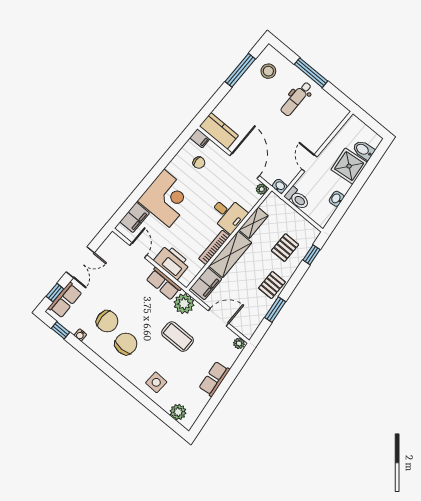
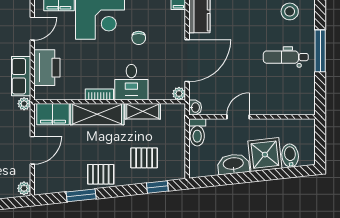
chair: (199, 163) -> (139, 38), moved
washbasin: (337, 199) -> (233, 164), width x1.91, depth x1.45
bookcase: (214, 247) -> (99, 94), width x0.64
plant: (184, 304) -> (24, 104), width x0.53, depth x0.53
door: (218, 317) -> (32, 150), hinge flipped

